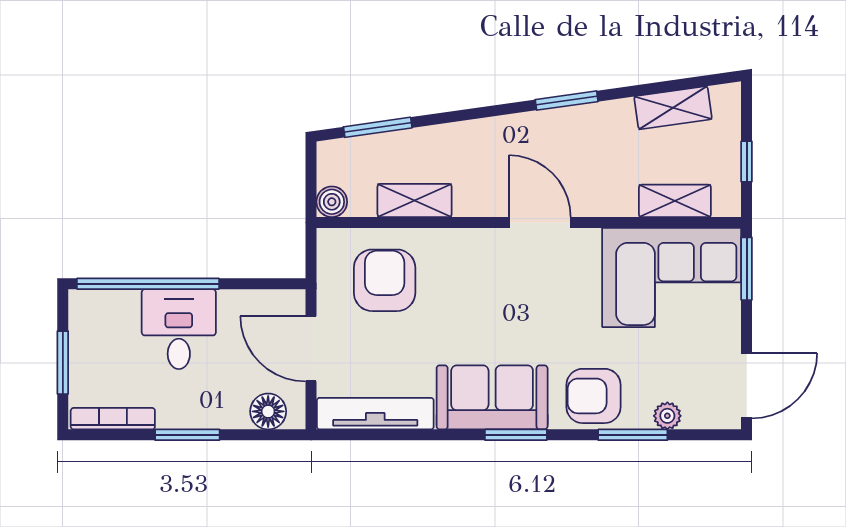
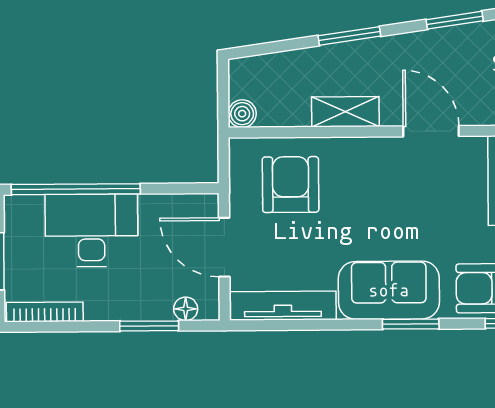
window: (378, 127) -> (349, 36), moved
shelving: (415, 200) -> (345, 112), moved
desk: (179, 329) -> (91, 230), width x1.37
floor lamp: (268, 411) -> (186, 309), width x0.73, depth x0.73
window: (187, 435) -> (149, 326), moved

